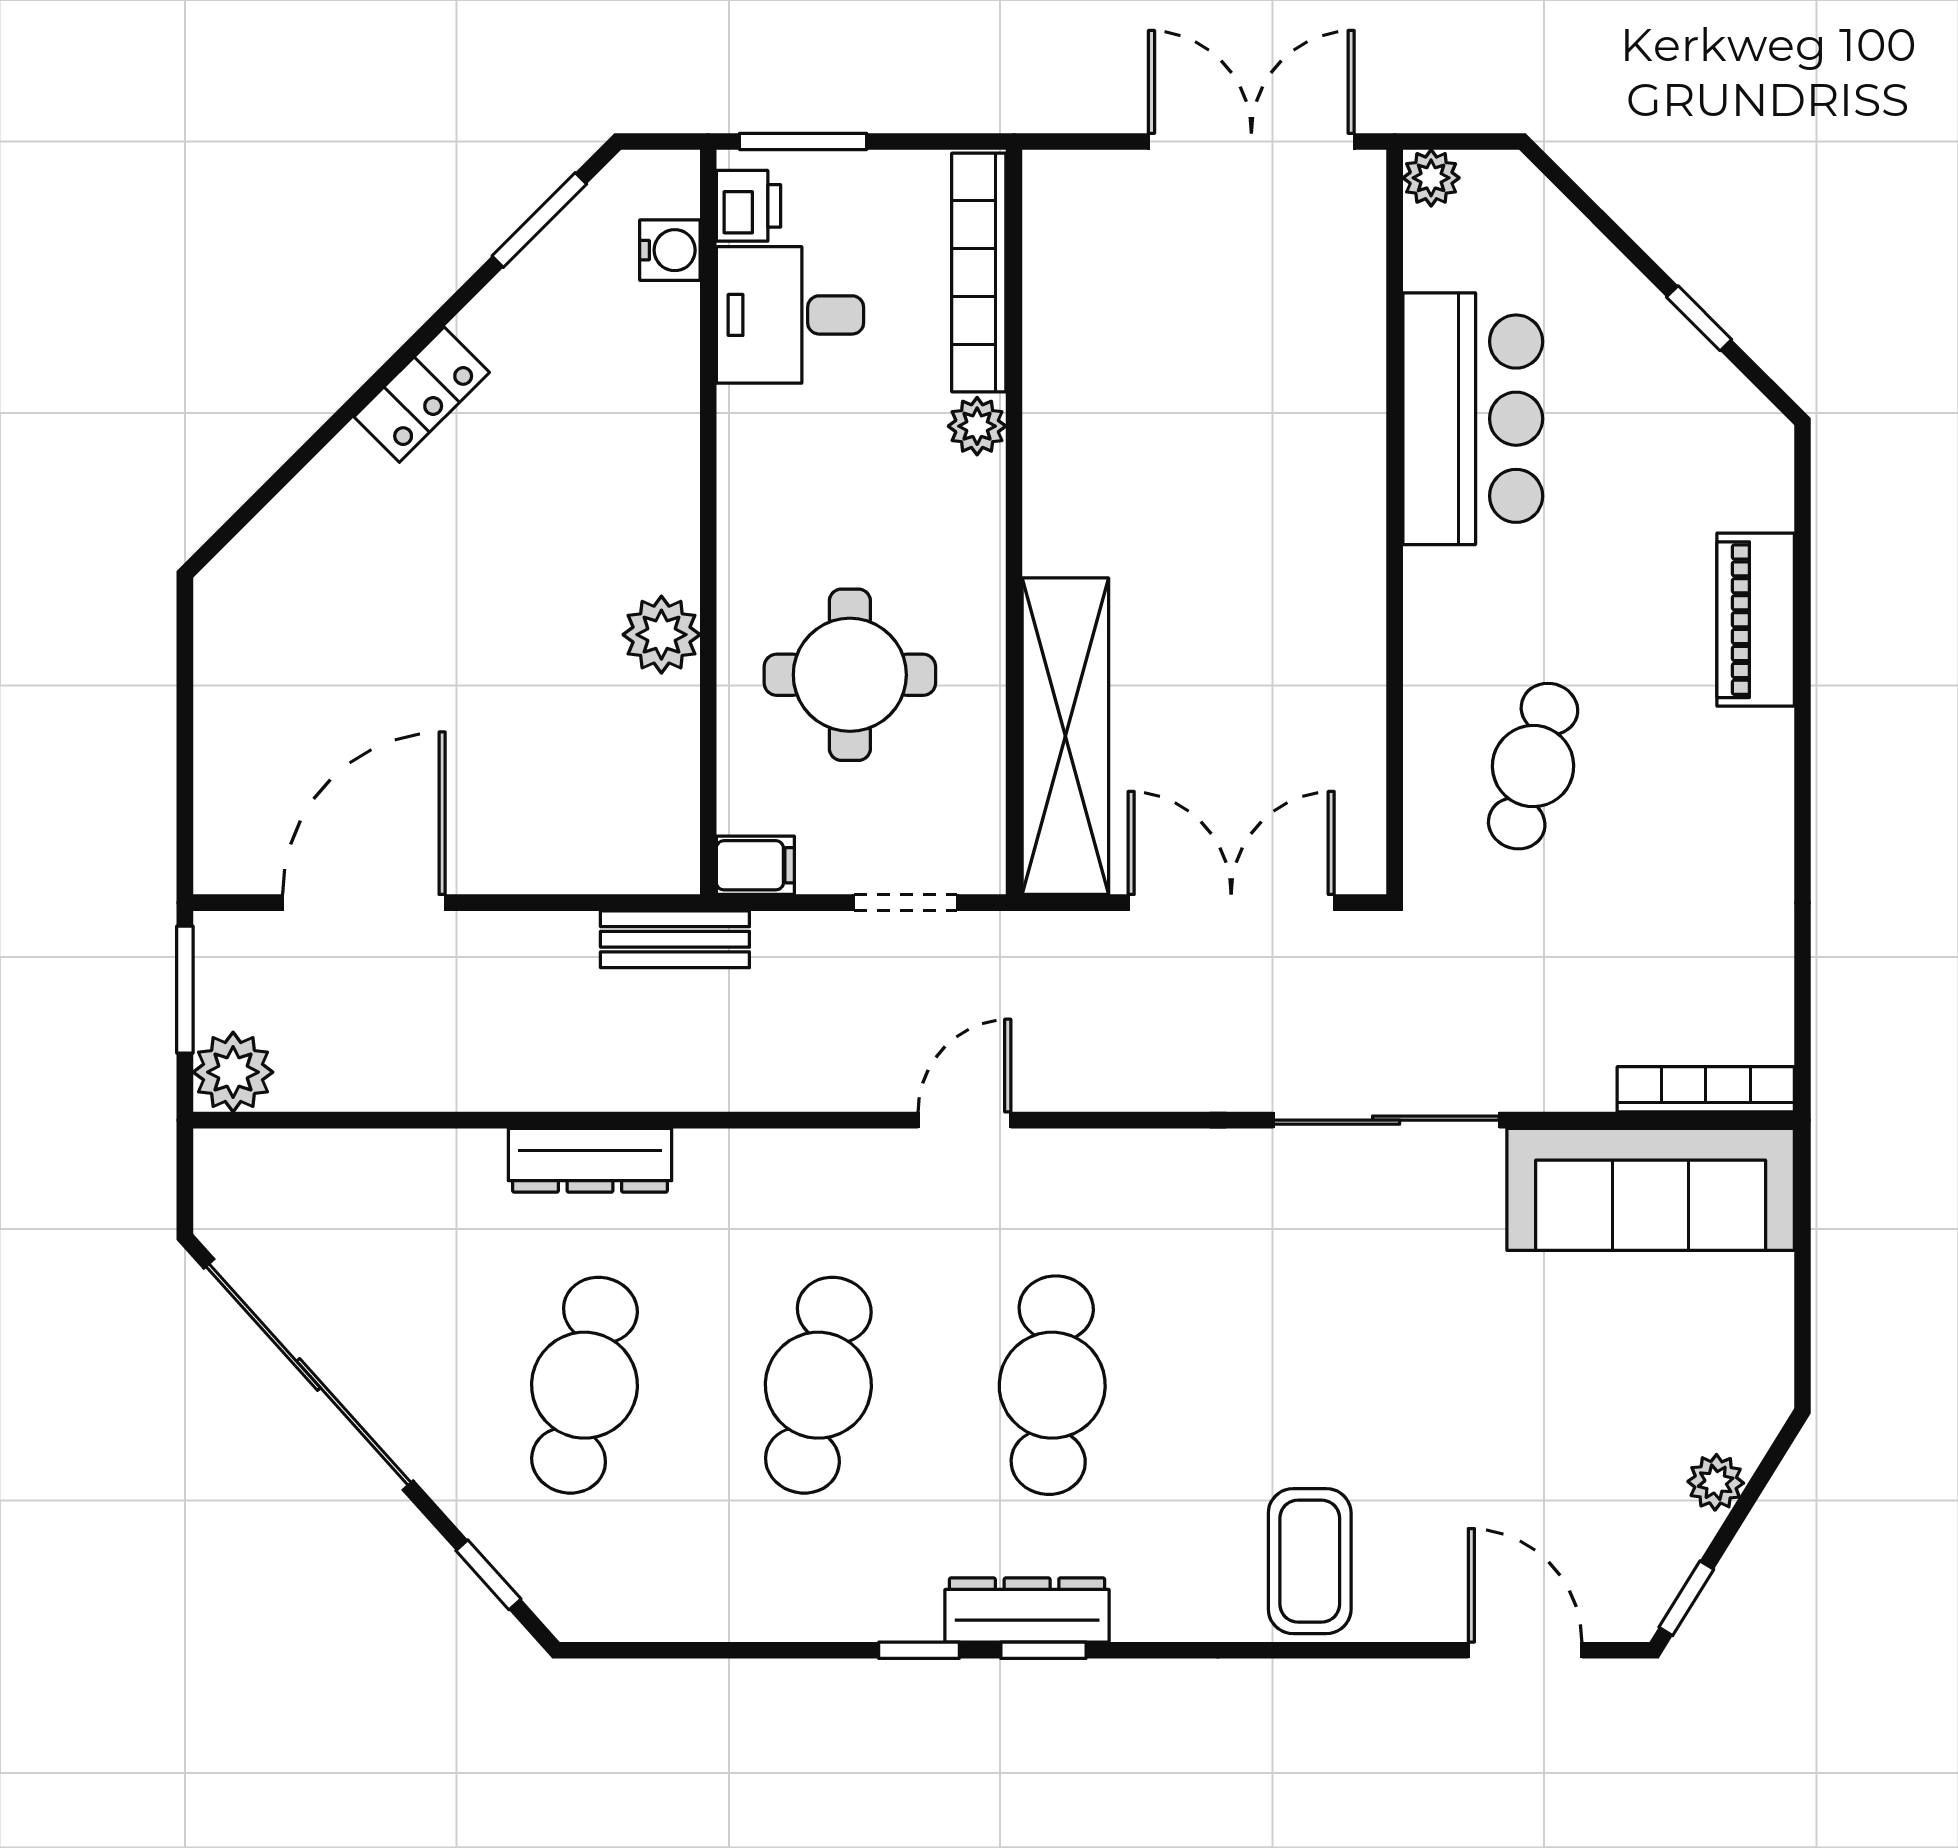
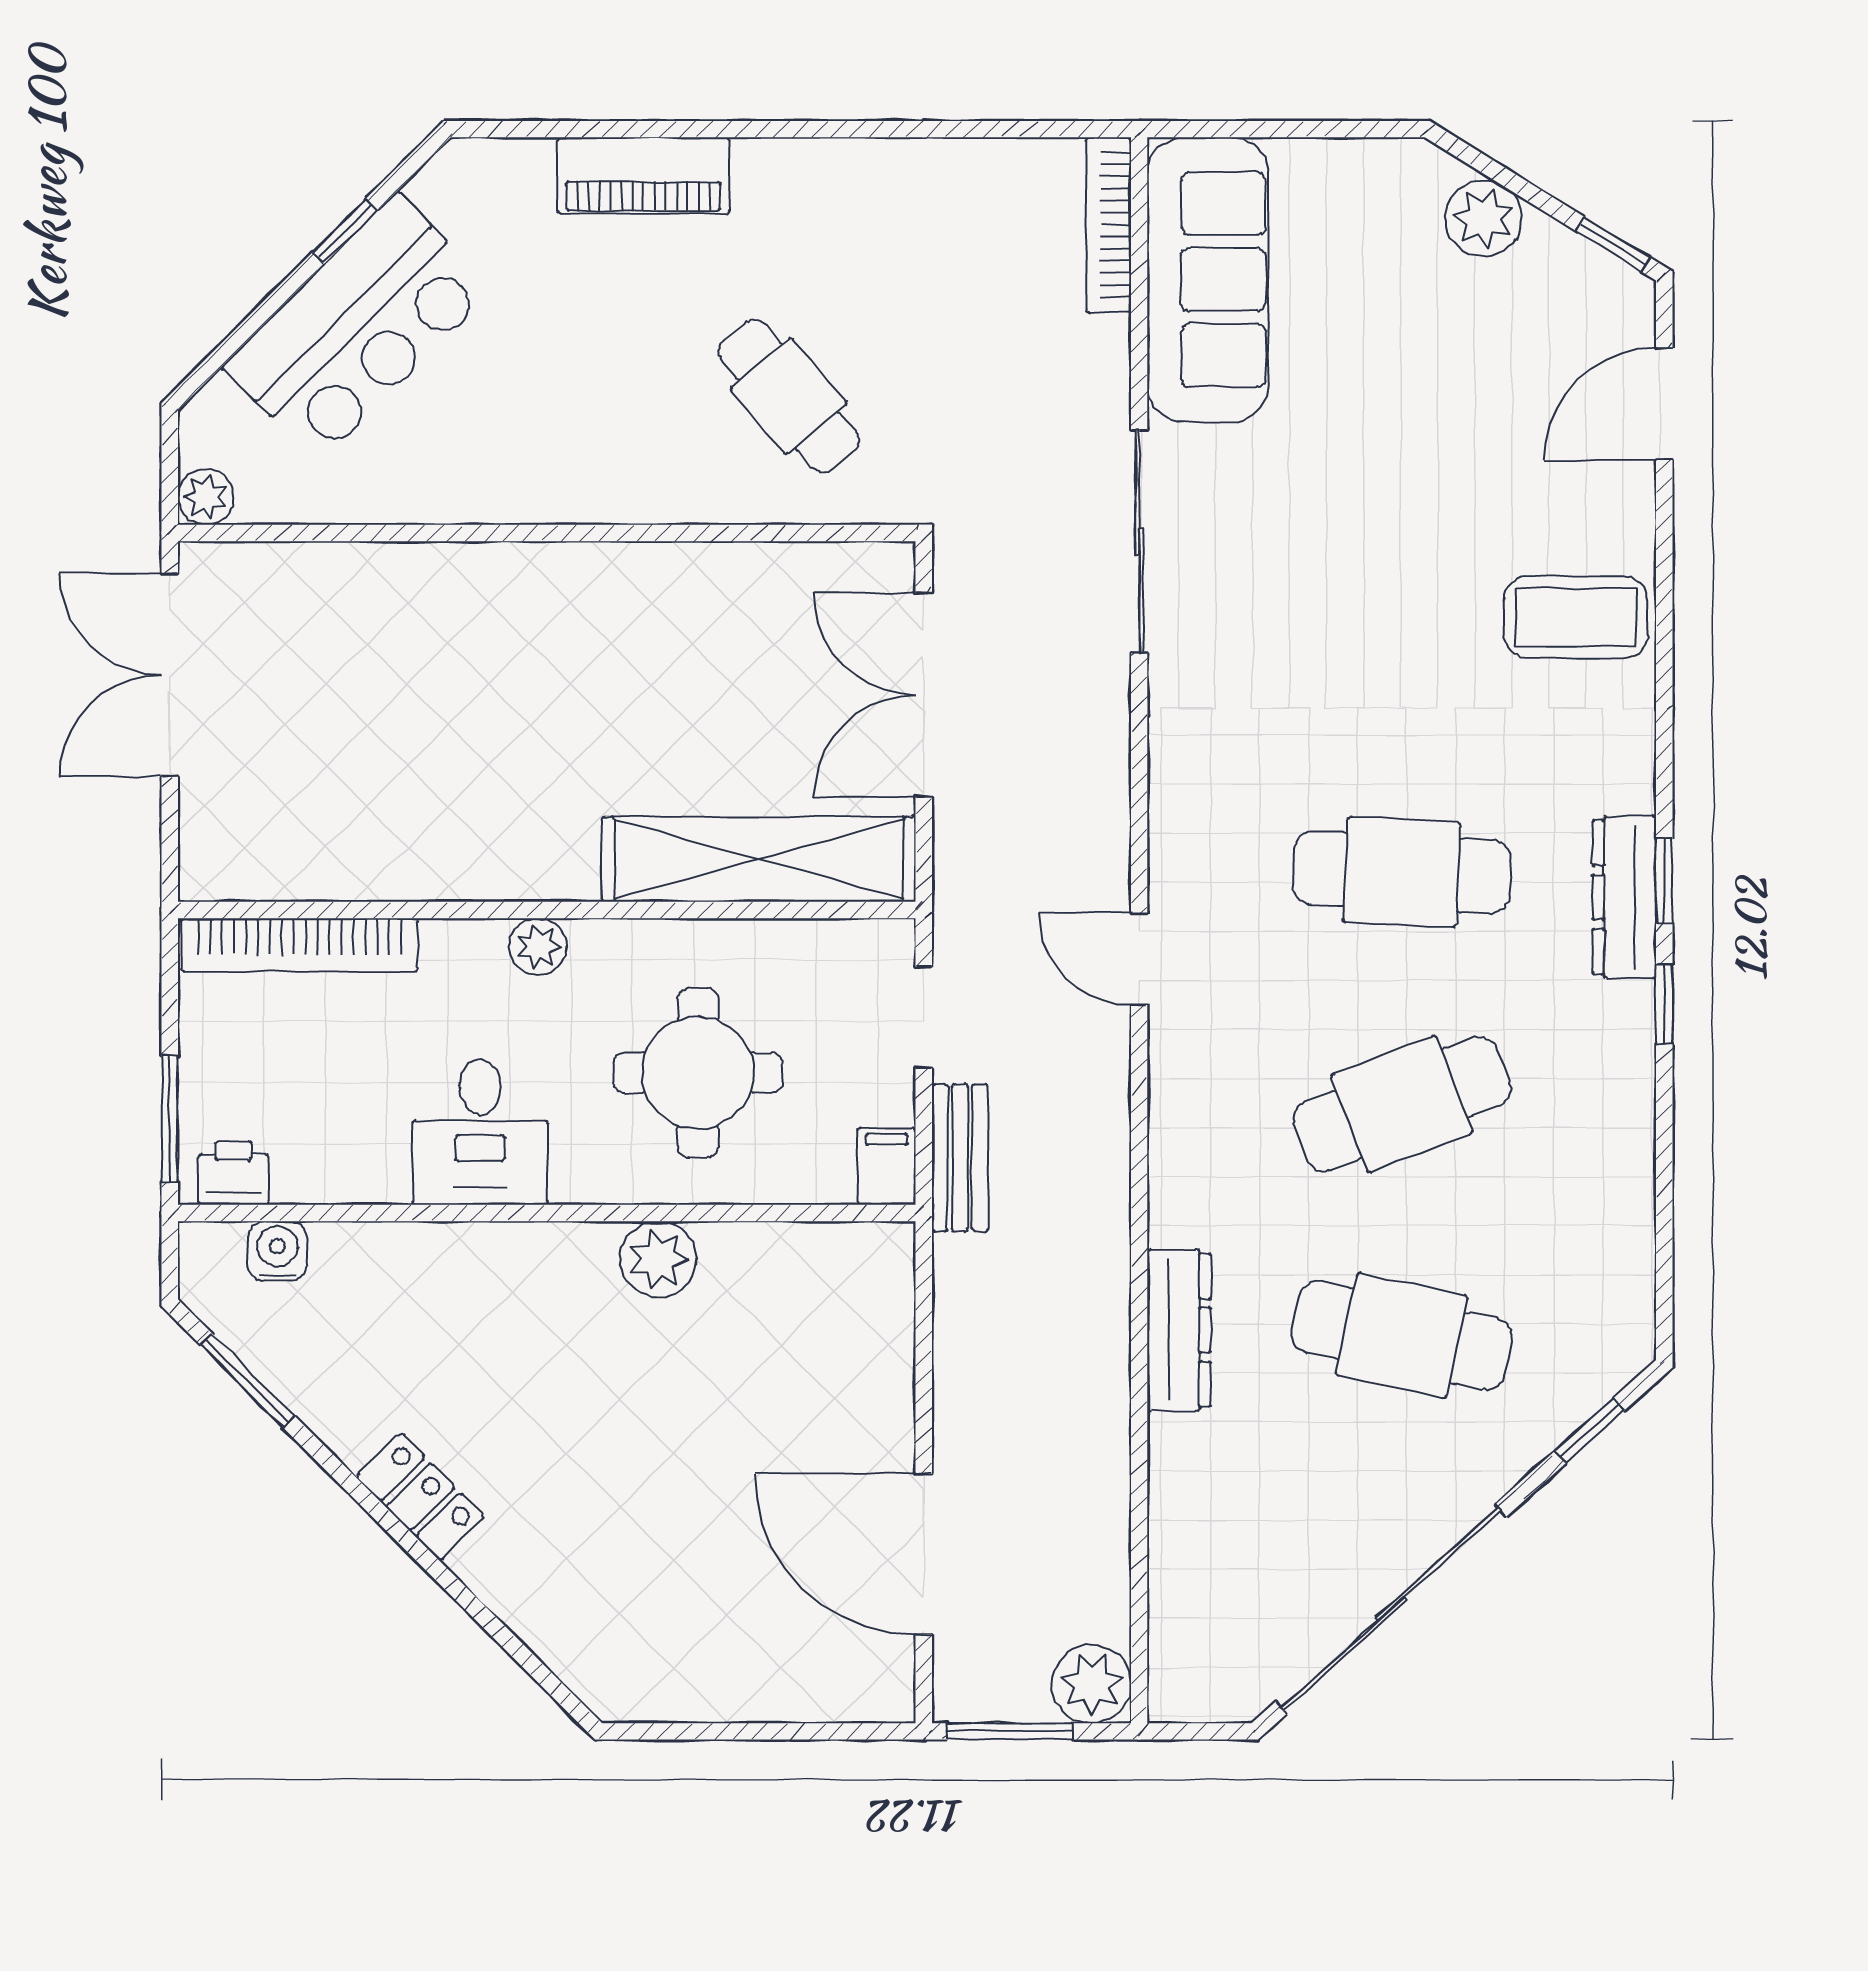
desk: (790, 315) -> (480, 1132), moved
bar counter: (1473, 419) -> (358, 328), moved, turned 135
plant: (977, 426) -> (538, 947), moved
cafe table: (1533, 766) -> (788, 396), turned 34
bench: (675, 939) -> (960, 1158), moved
cafe table: (818, 1385) -> (1402, 1104), turned -33
plant: (1716, 1482) -> (1484, 218), width x1.38, depth x1.38

